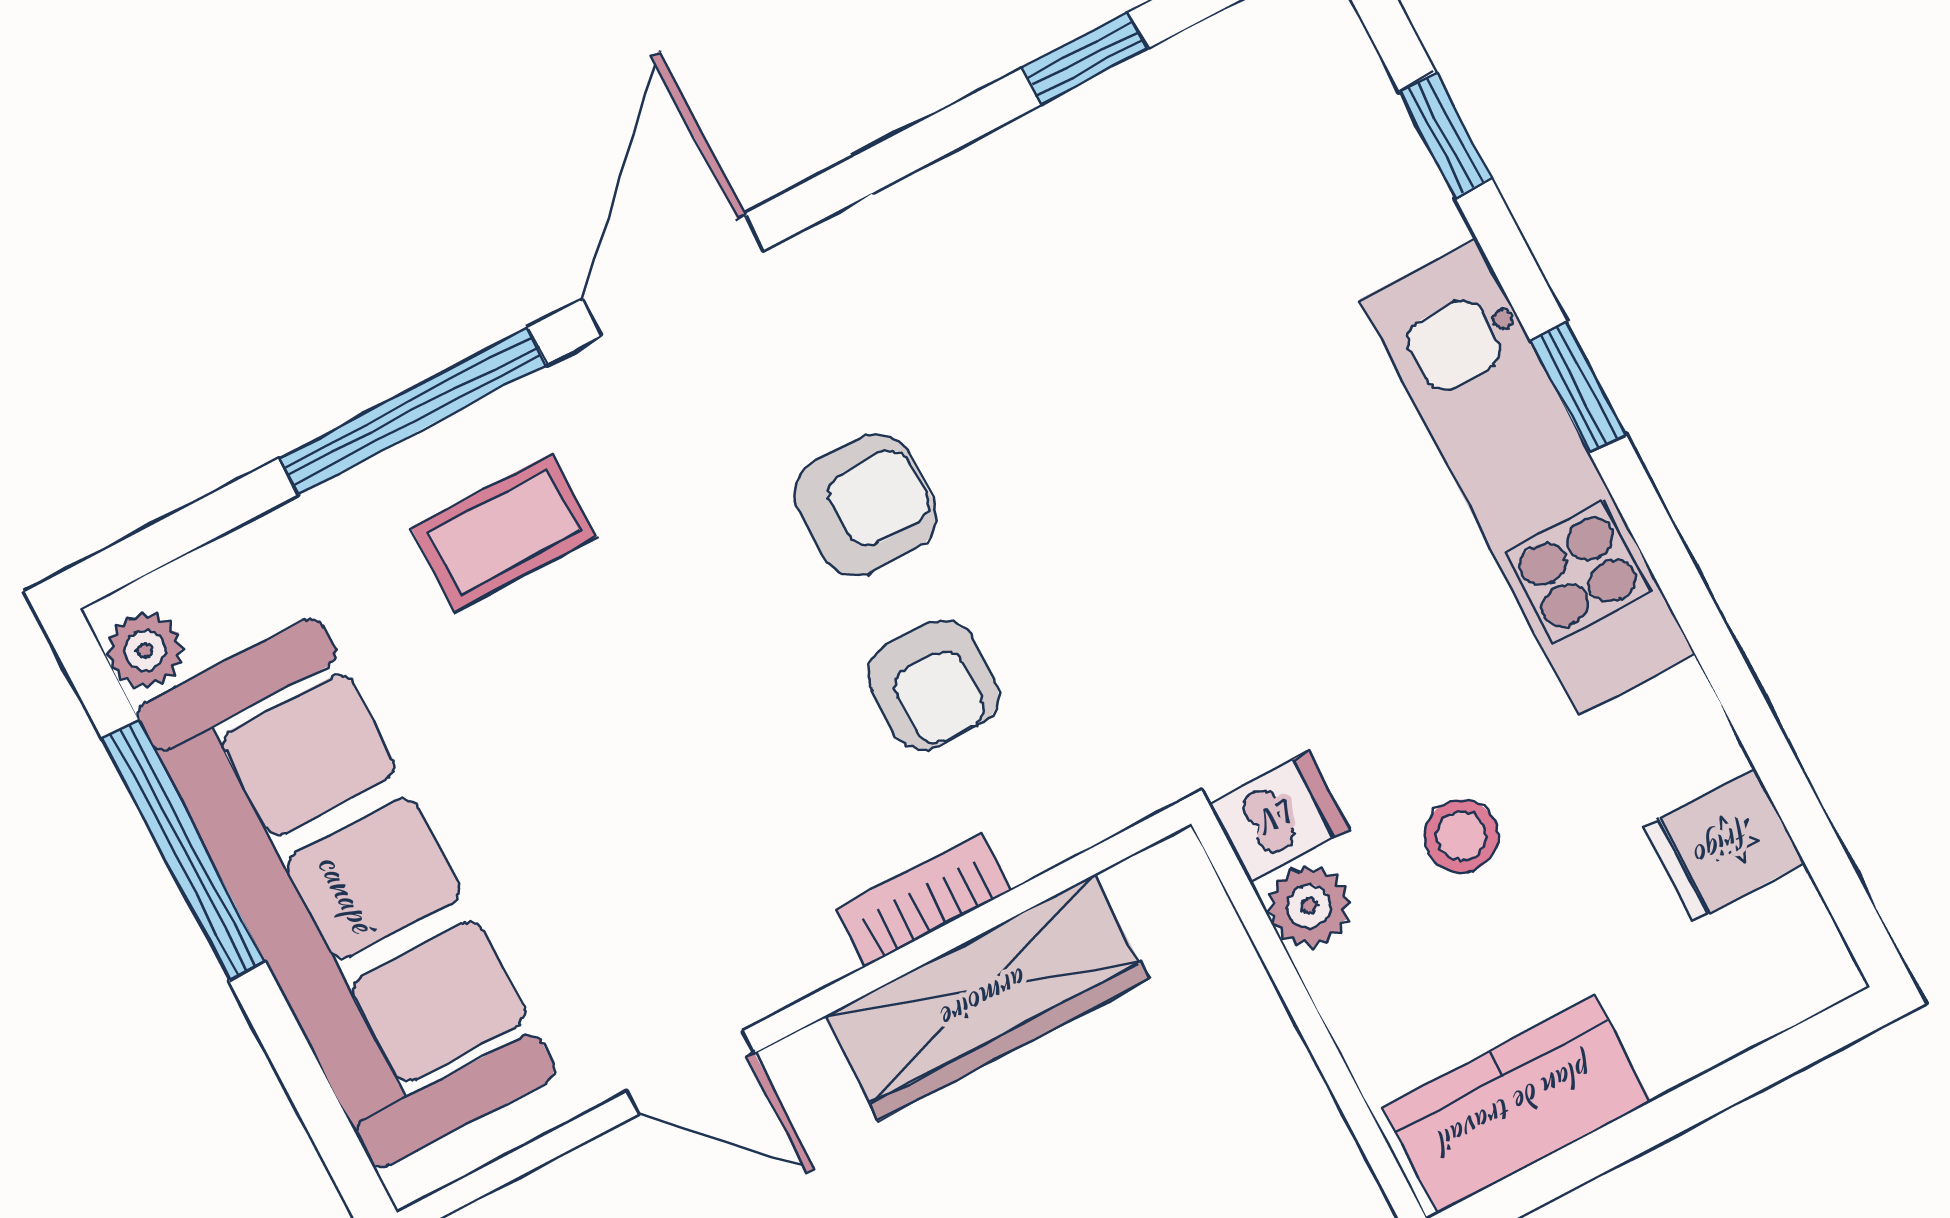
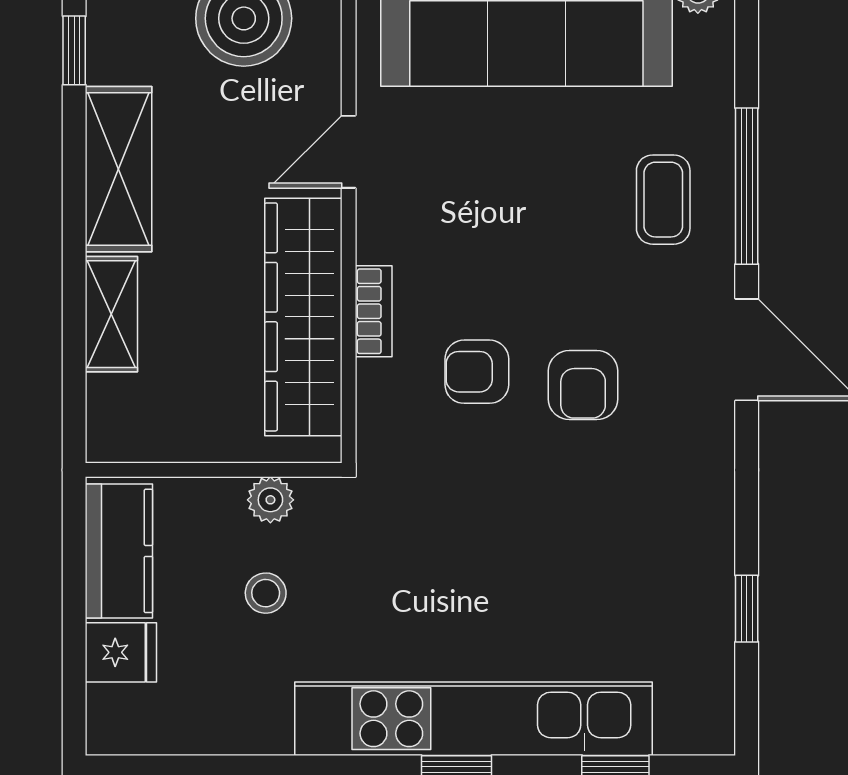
kitchen unit: (1527, 477) -> (473, 719), width x1.36
dishwasher: (1279, 816) -> (323, 508), removed
fridge: (1723, 845) -> (121, 652), moved, turned 90
wardrobe: (986, 998) -> (303, 317), width x1.40, depth x1.17

